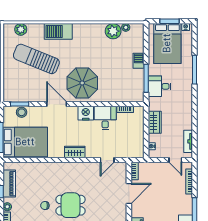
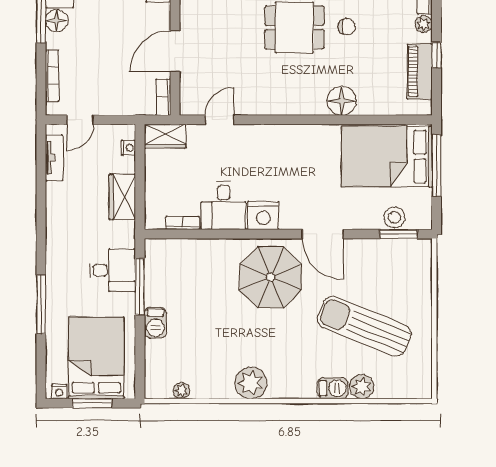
plant: (21, 29) -> (362, 387), moved
barbecue: (58, 31) -> (333, 388), width x0.53, depth x0.65
plant: (113, 31) -> (251, 383), moved
sun lounger: (36, 59) -> (364, 326), turned 180
wardrobe: (75, 152) -> (165, 136), moved
door: (175, 160) -> (80, 120), swing flipped
floor lamp: (47, 169) -> (342, 101), added
floor lamp: (187, 208) -> (57, 21), added

